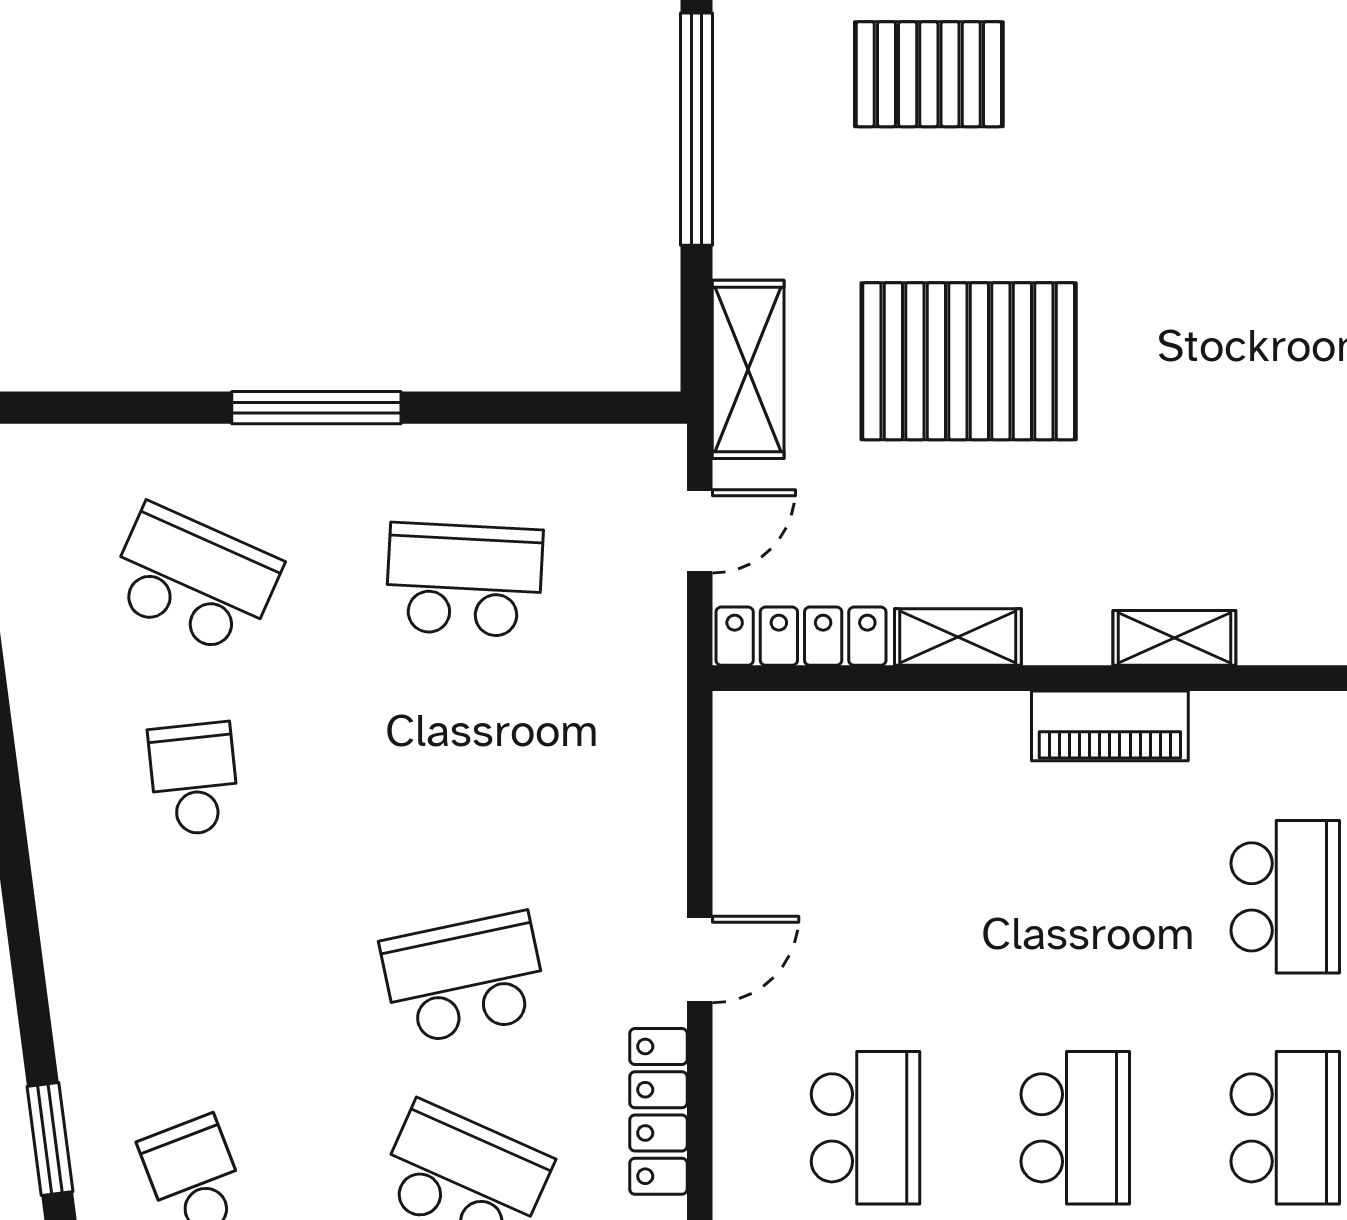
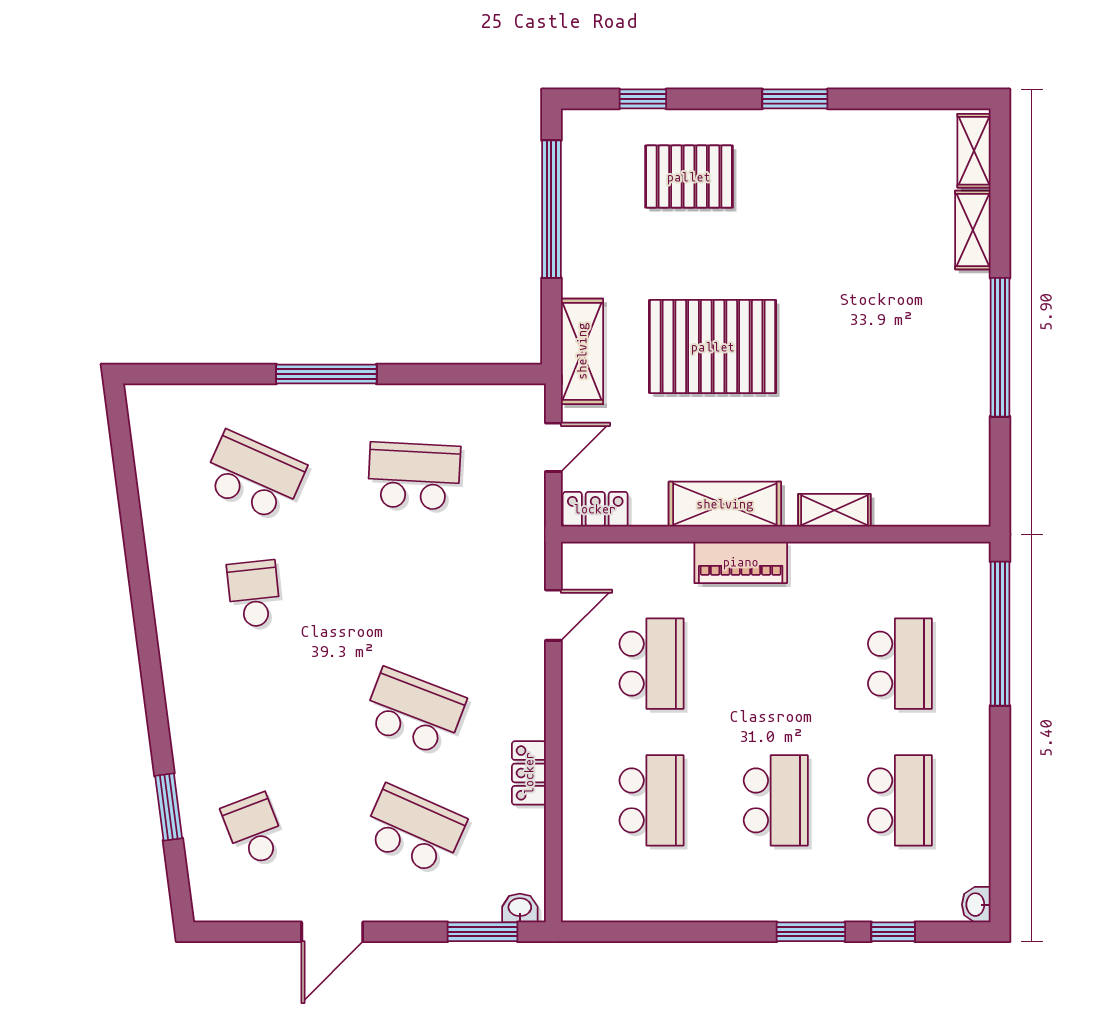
locker: (801, 636) -> (595, 509), width x0.66
shelving: (958, 637) -> (725, 504), width x1.50, depth x1.33
piano: (1110, 726) -> (741, 562), moved
school desk: (865, 897) -> (651, 664), added
door: (700, 959) -> (553, 615), moved
school desk: (464, 978) -> (414, 712), turned 33
locker: (658, 1111) -> (529, 773), width x0.66

